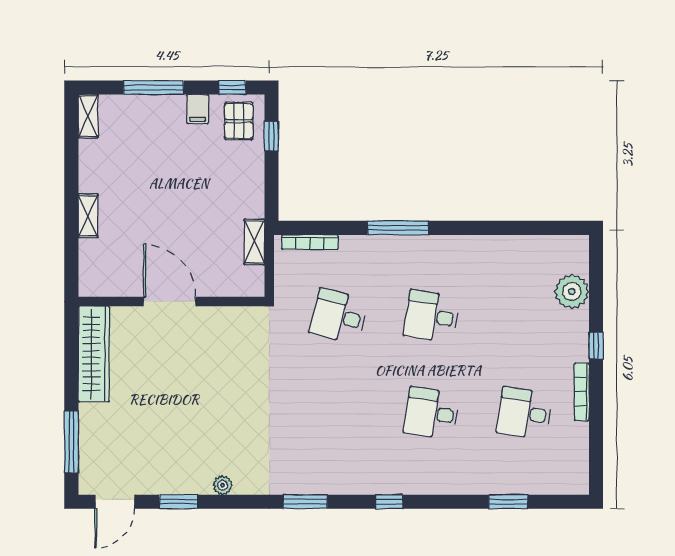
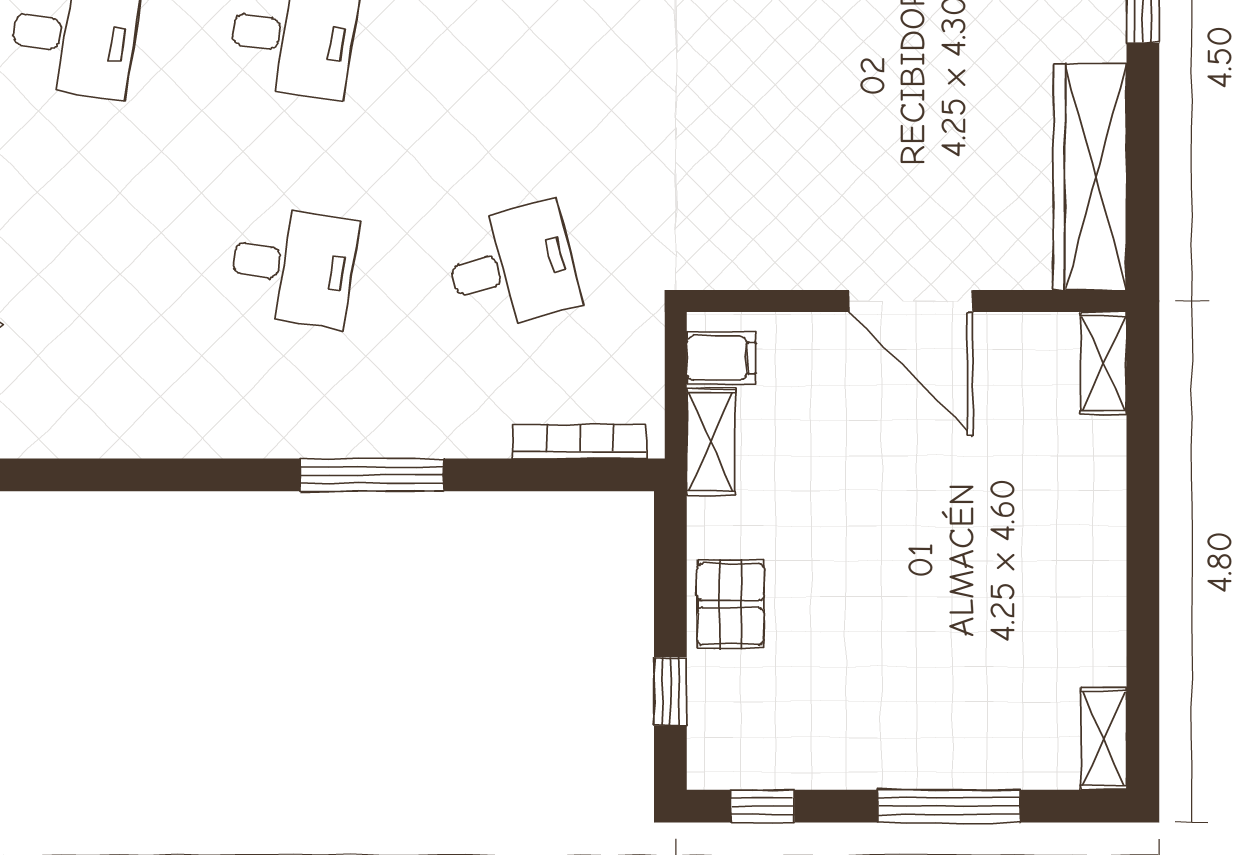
filing cabinet: (198, 109) -> (721, 358), moved, turned 90
pallet: (239, 121) -> (730, 604), moved
shelving: (88, 216) -> (1104, 363), moved
desk: (339, 316) -> (512, 266), turned -30

